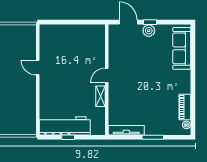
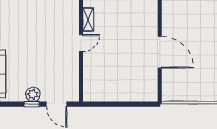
door: (38, 68) -> (160, 52), width x1.88

